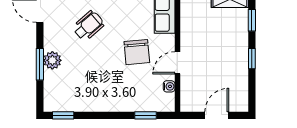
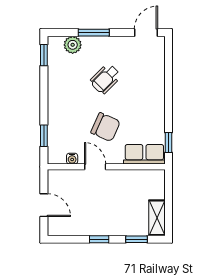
wheelchair: (88, 26) -> (105, 79), moved, turned 86
chair: (137, 52) -> (106, 127), turned -151
plant: (52, 60) -> (73, 45), moved

